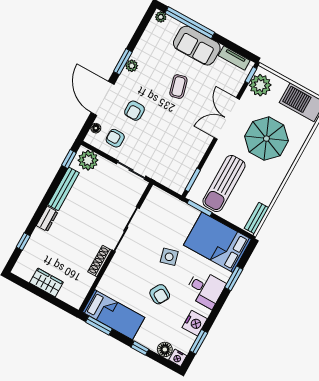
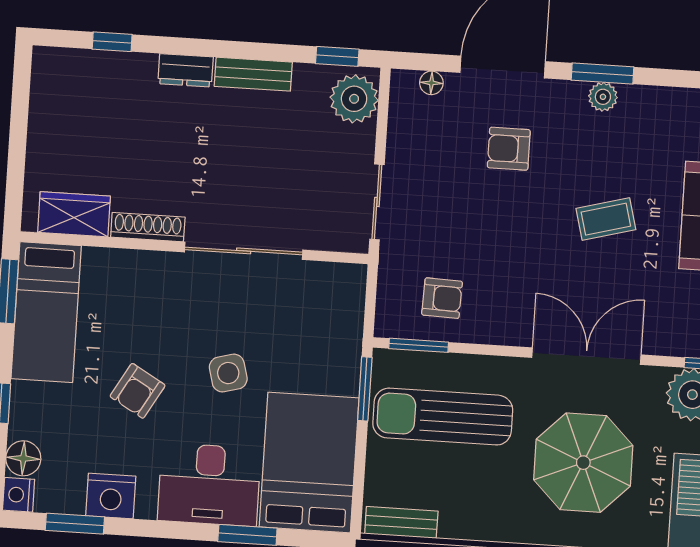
armchair: (115, 138) -> (442, 298), moved, turned 92
bench: (63, 189) -> (253, 74), width x0.73
wardrobe: (46, 283) -> (74, 214), moved, turned -90
desk: (205, 289) -> (209, 485), width x1.37

